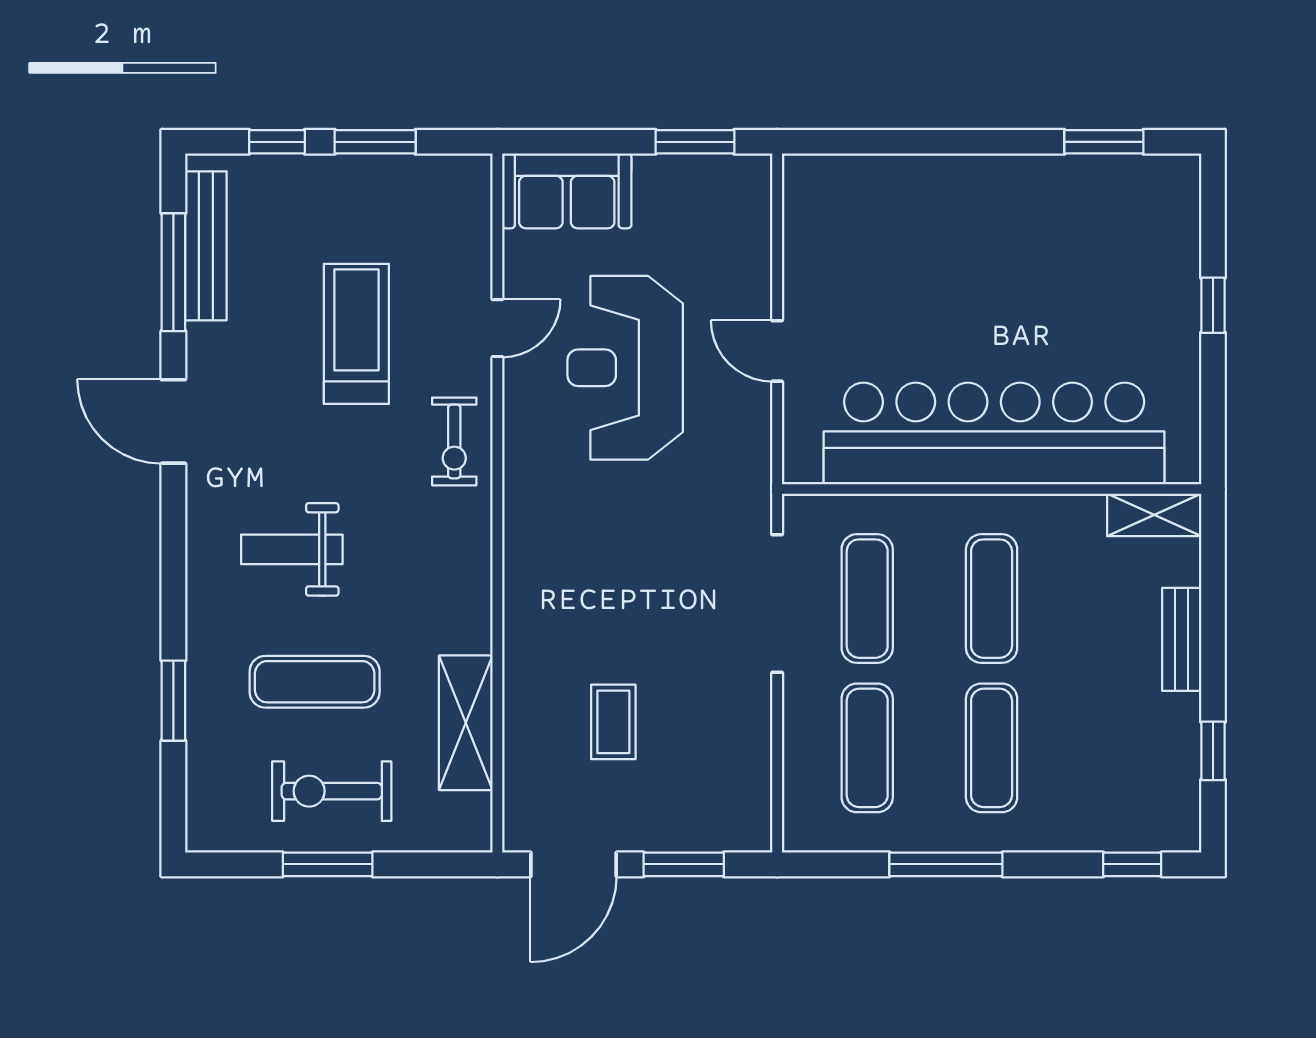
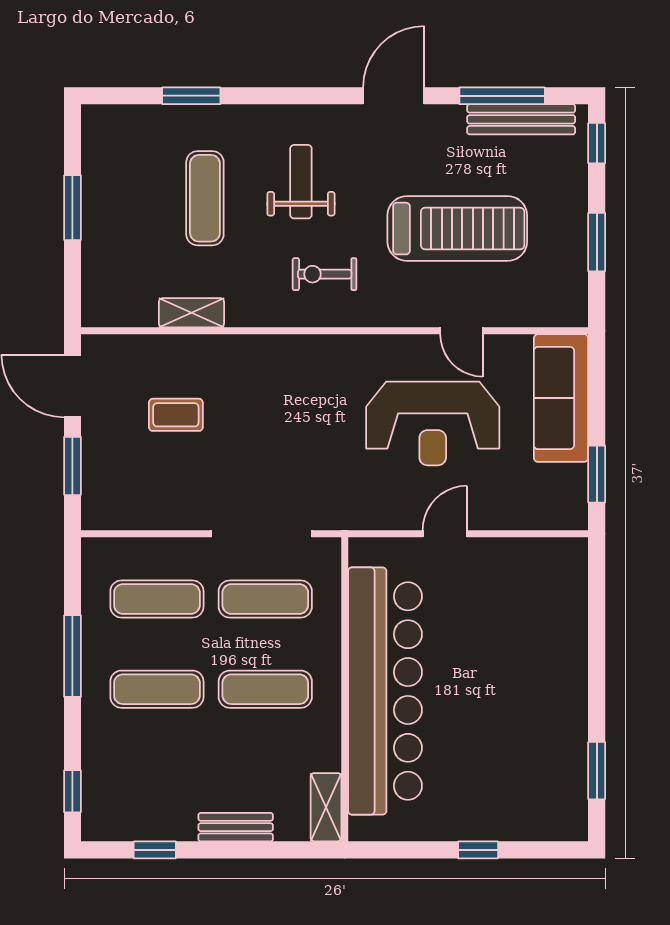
window: (277, 142) -> (597, 143), moved
sofa: (567, 191) -> (561, 398), width x1.36
treadmill: (356, 334) -> (457, 229), width x1.37, depth x1.38
reception desk: (625, 368) -> (433, 423), turned 180
exercise bike: (454, 441) -> (325, 274), moved
shelving: (466, 723) -> (191, 313), width x0.67, depth x0.75
exercise bike: (332, 791) -> (126, 211), removed

